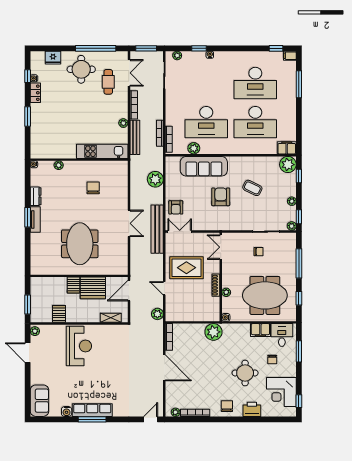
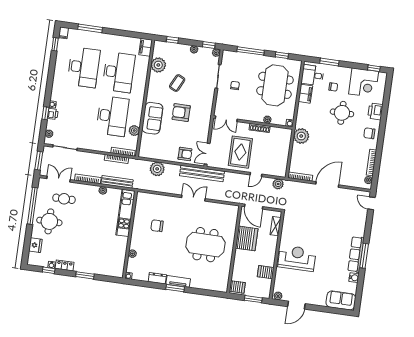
printer: (199, 56) -> (53, 114), added
plant: (288, 165) -> (158, 65), moved
sofa: (204, 166) -> (152, 118), width x0.73
server rack: (73, 285) -> (237, 287), moved

